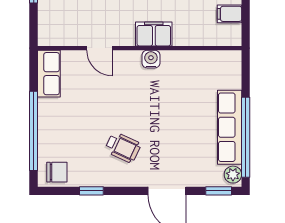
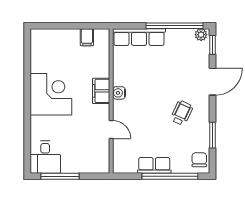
door: (99, 48) -> (111, 130), hinge flipped
row of seats: (49, 74) -> (154, 165), moved
row of seats: (230, 127) -> (139, 37), moved
window: (91, 191) -> (213, 135), width x1.50

